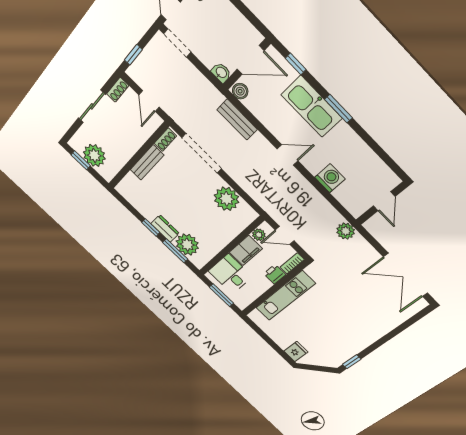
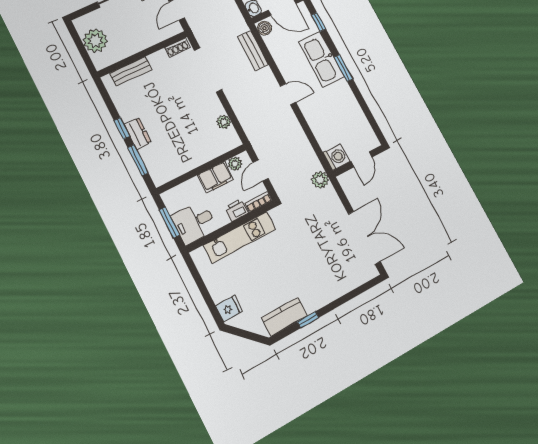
window: (81, 160) -> (78, 41), removed
bench: (147, 162) -> (131, 71), moved
washing machine: (330, 178) -> (336, 157), moved
plant: (226, 199) -> (224, 122), width x0.53, depth x0.53
door: (285, 235) -> (260, 170), hinge flipped
plant: (187, 245) -> (155, 156), removed
desk: (230, 274) -> (194, 222), moved, turned -90
double door: (406, 275) -> (364, 238), swing flipped
kitchen counter: (346, 351) -> (285, 317), added
window: (352, 362) -> (308, 320), moved

